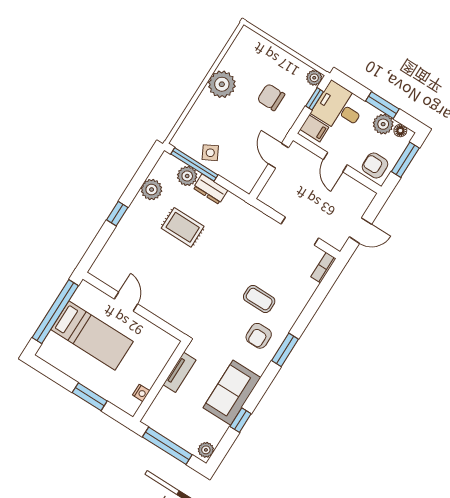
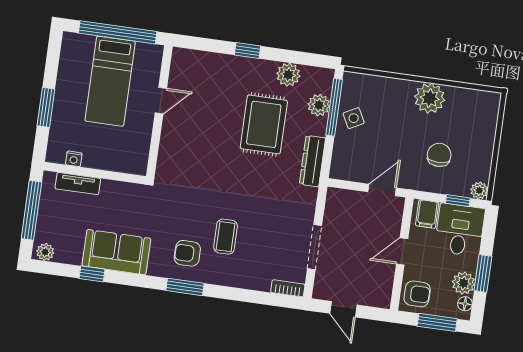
armchair: (375, 166) -> (417, 294), turned 90
dresser: (210, 189) -> (312, 161), moved, width x1.44
rug: (183, 227) -> (264, 124), width x1.36, depth x1.43
tv unit: (179, 372) -> (78, 184), moved

